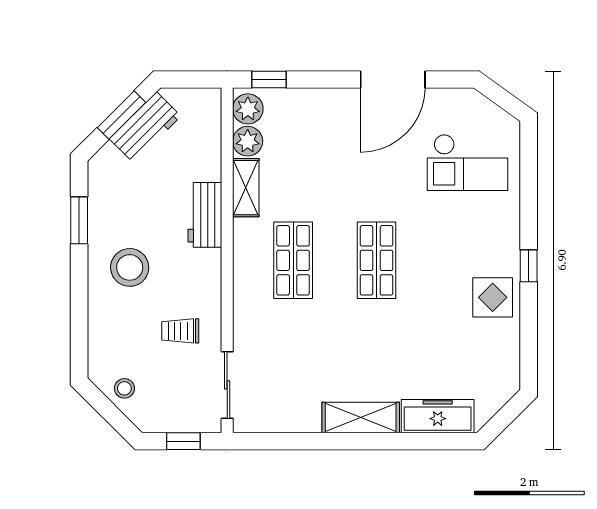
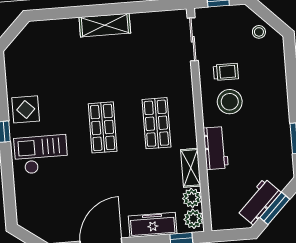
checkout: (467, 162) -> (41, 155), moved
stool: (130, 267) -> (230, 102), moved
freezer: (438, 416) -> (153, 225), moved, turned 180

